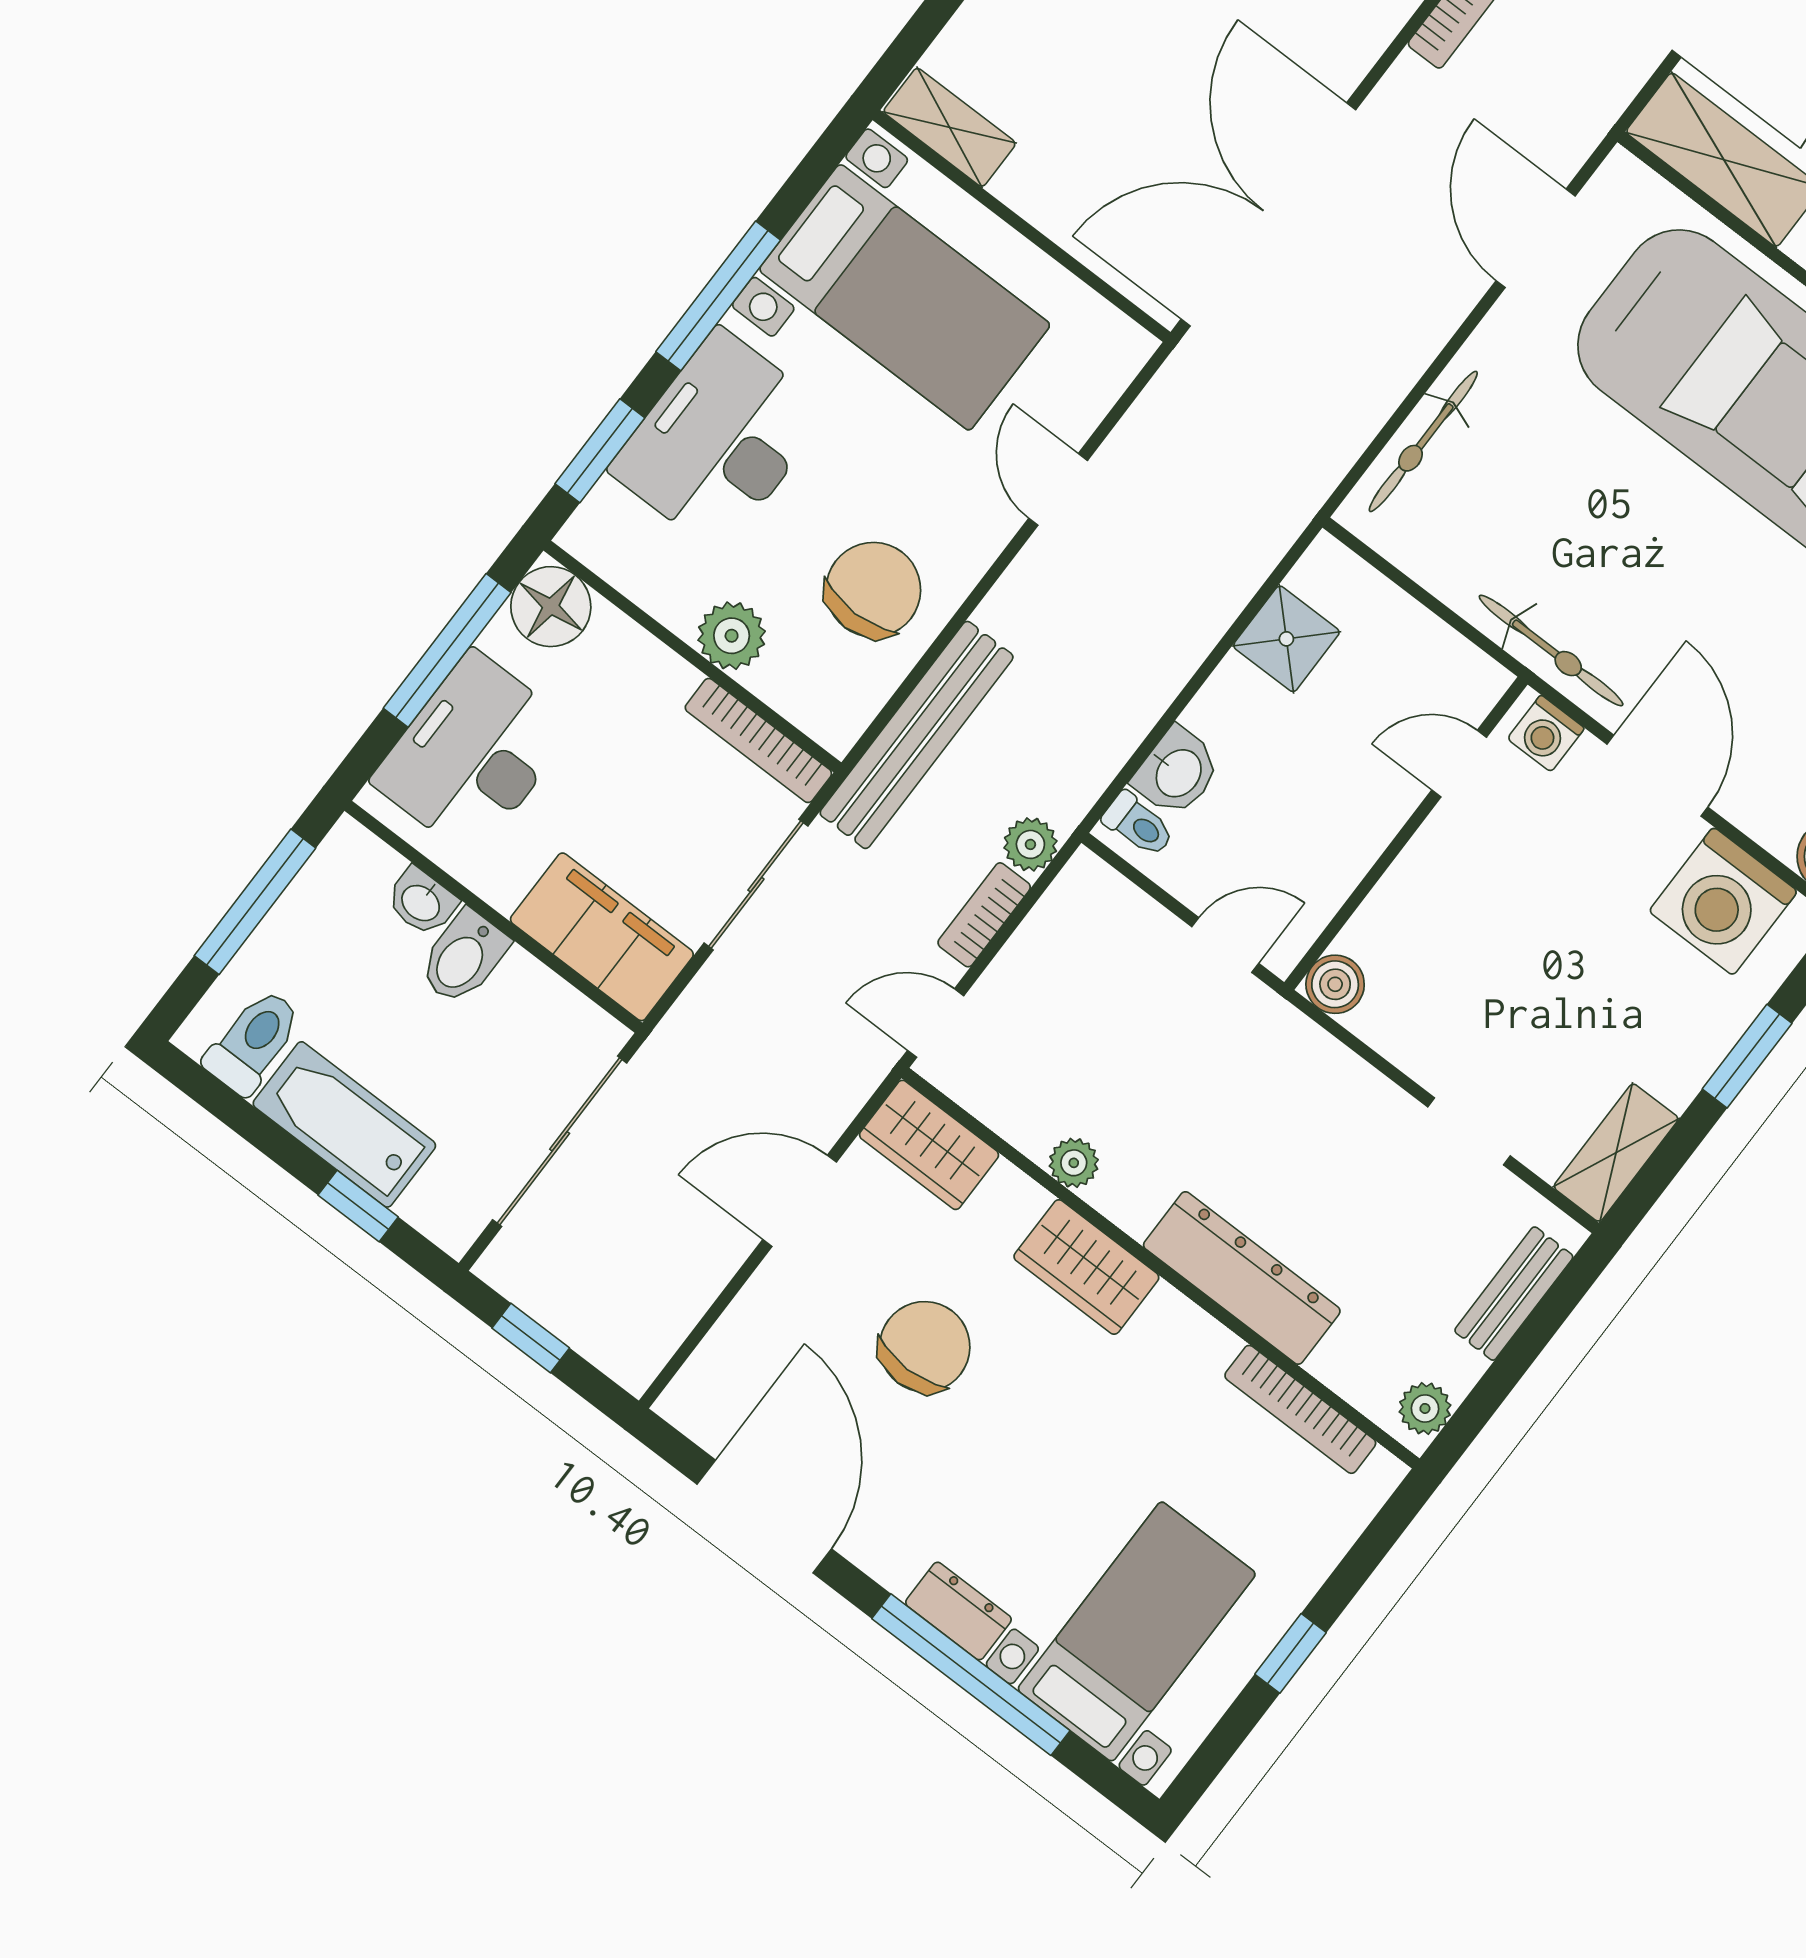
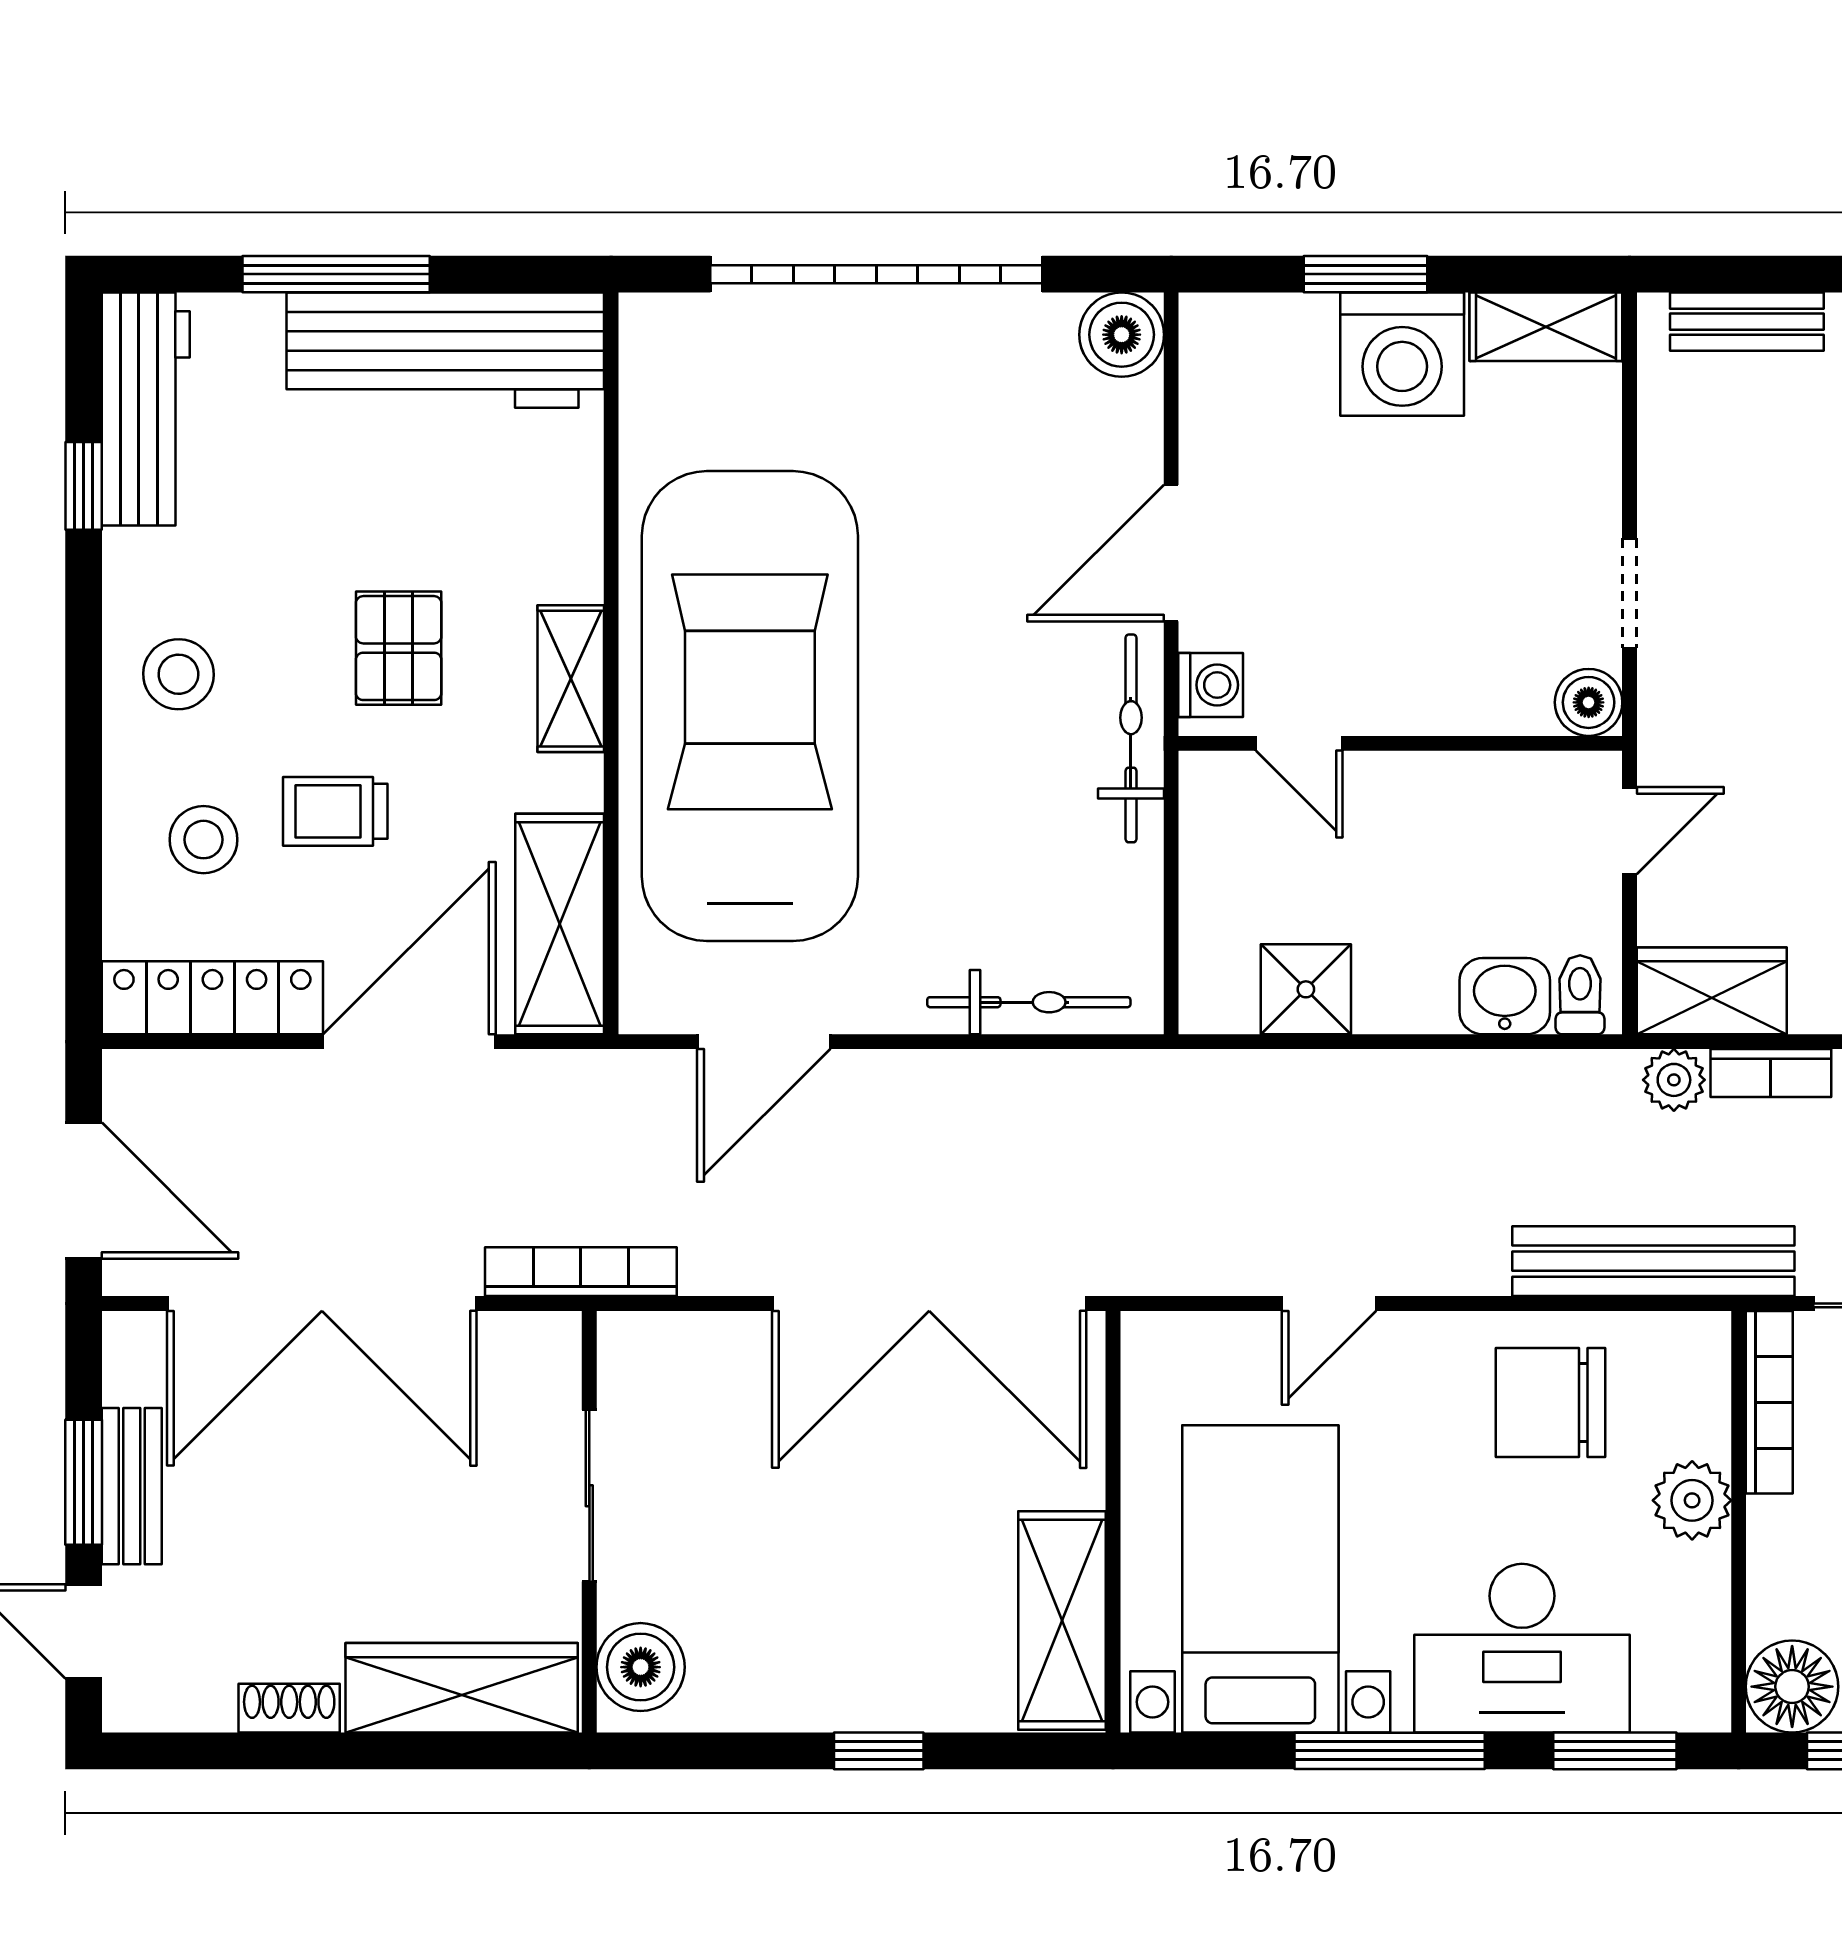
shelving: (950, 127) -> (1062, 1620), width x1.50, depth x1.33
washing machine: (1723, 901) -> (1402, 354), moved, turned 90
wardrobe: (1072, 917) -> (1712, 991), added
door: (1225, 945) -> (1630, 831), swing flipped
doorway: (1469, 1131) -> (1630, 593), moved

